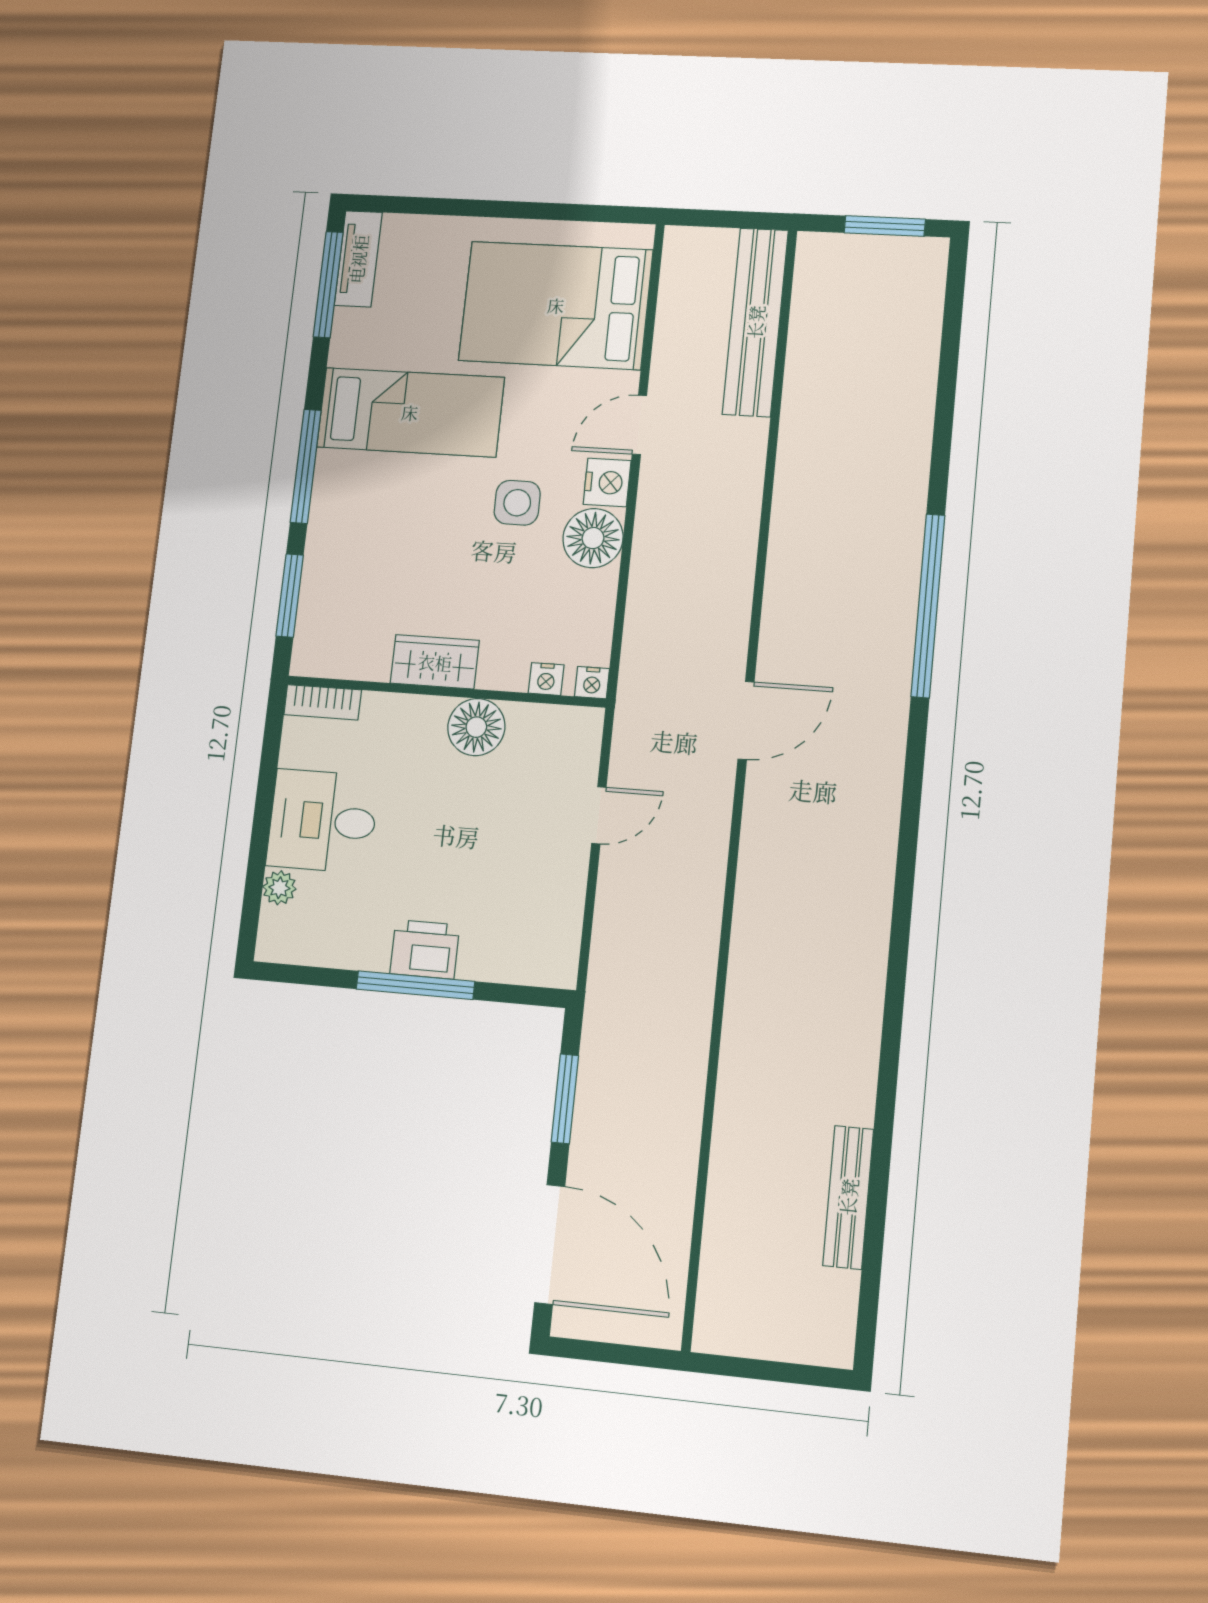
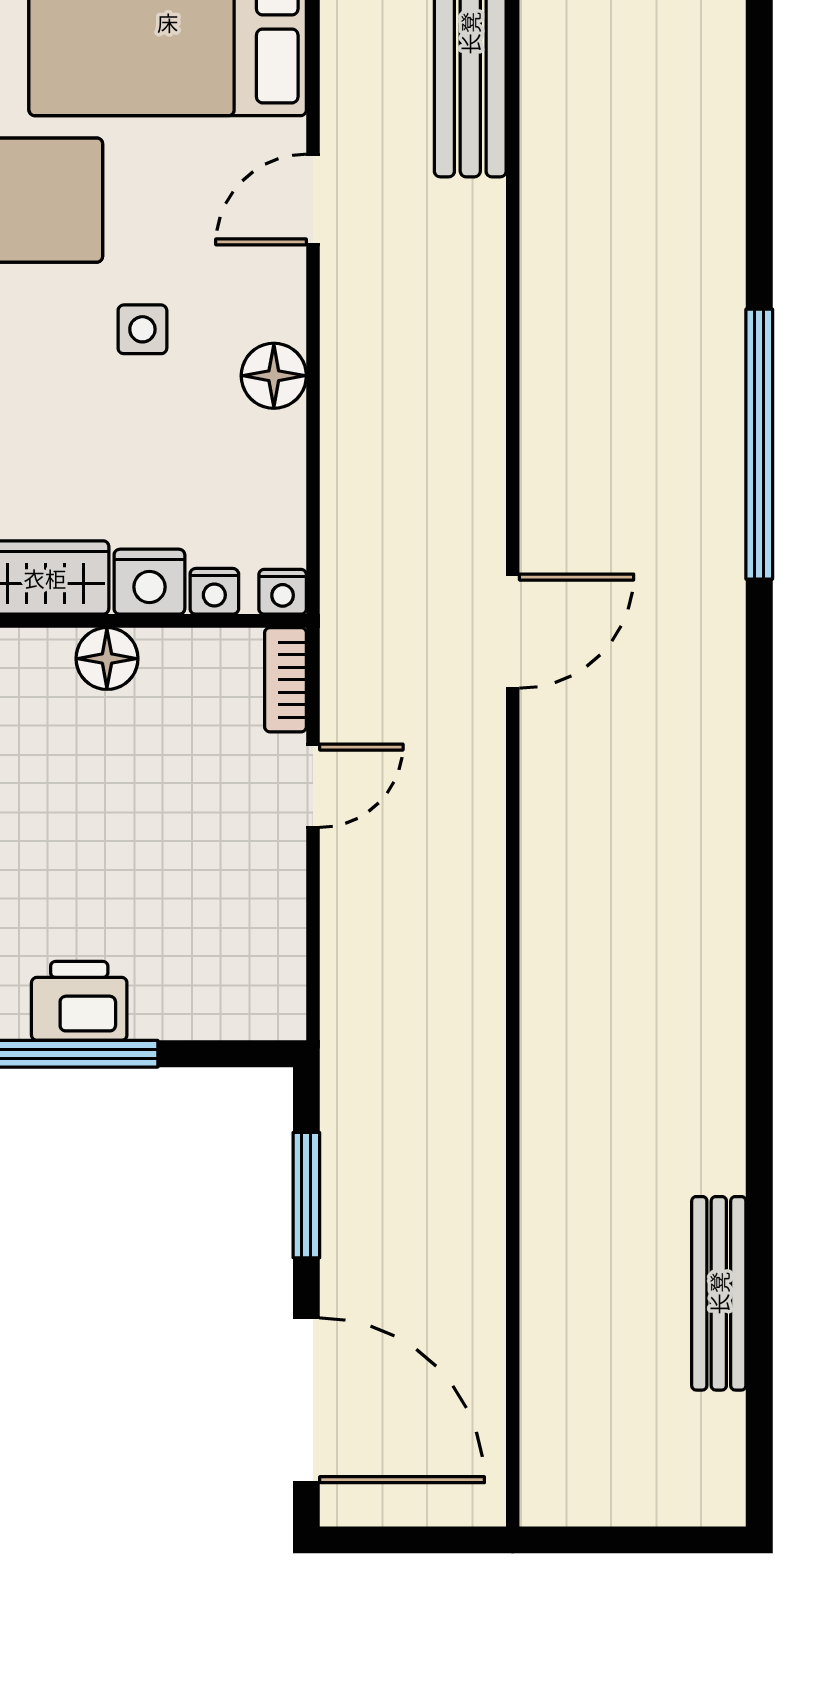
nightstand: (607, 483) -> (149, 582), moved, turned 90
side table: (517, 503) -> (142, 329), width x0.73, depth x0.73
floor lamp: (593, 538) -> (274, 376), width x0.73, depth x0.73
floor lamp: (476, 727) -> (107, 659), width x0.73, depth x0.73
bookcase: (588, 742) -> (285, 680), added

